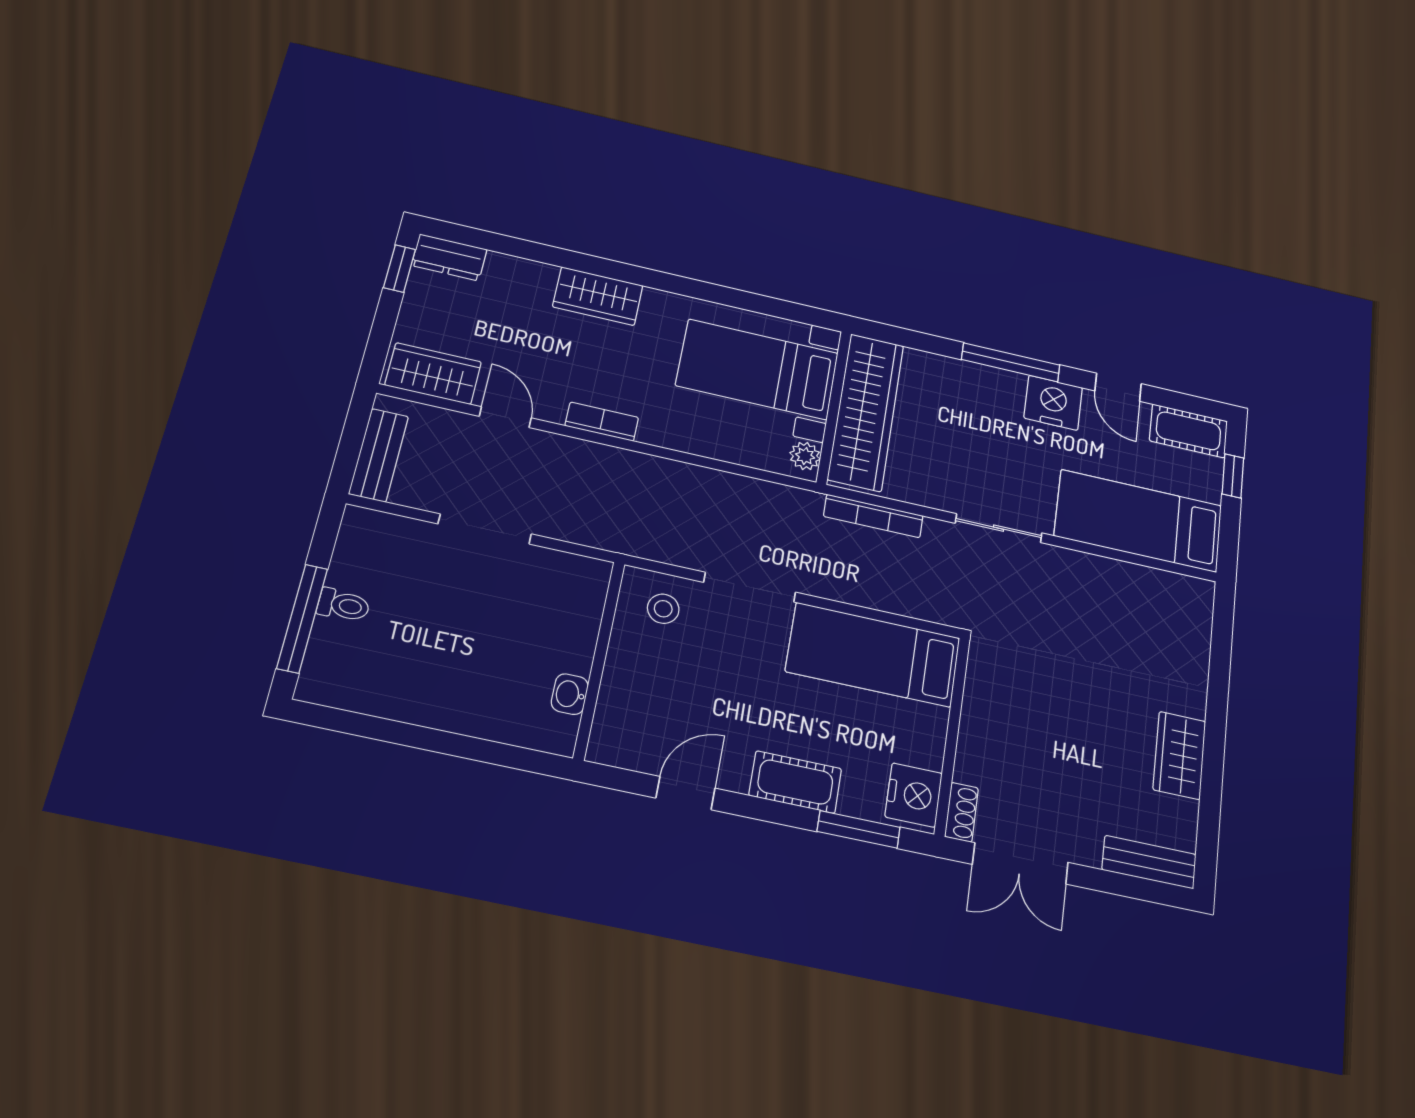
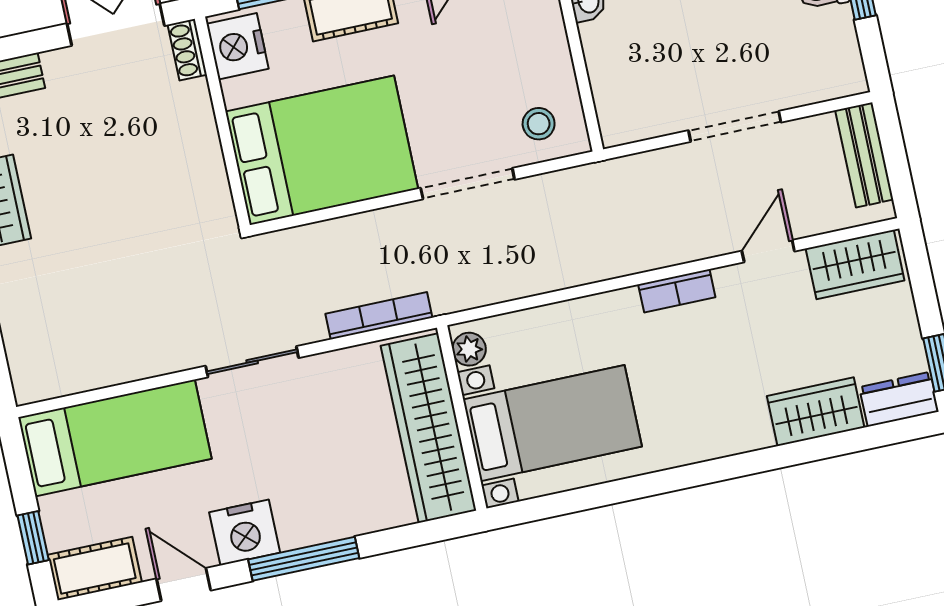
wardrobe: (598, 296) -> (816, 412), moved
door: (505, 417) -> (768, 251), swing flipped
bed: (873, 655) -> (322, 150), width x1.50

